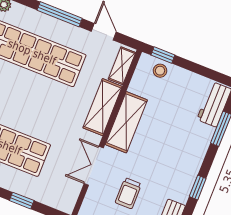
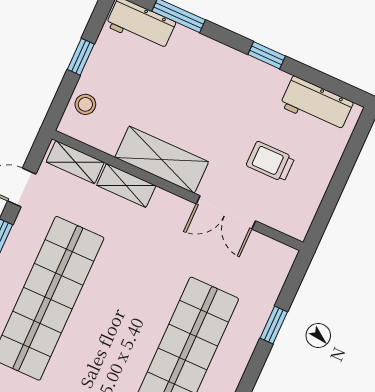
window: (163, 55) -> (81, 57), moved
shelving: (103, 107) -> (126, 185), width x0.67, depth x0.75
trolley: (128, 193) -> (270, 162), turned 180

